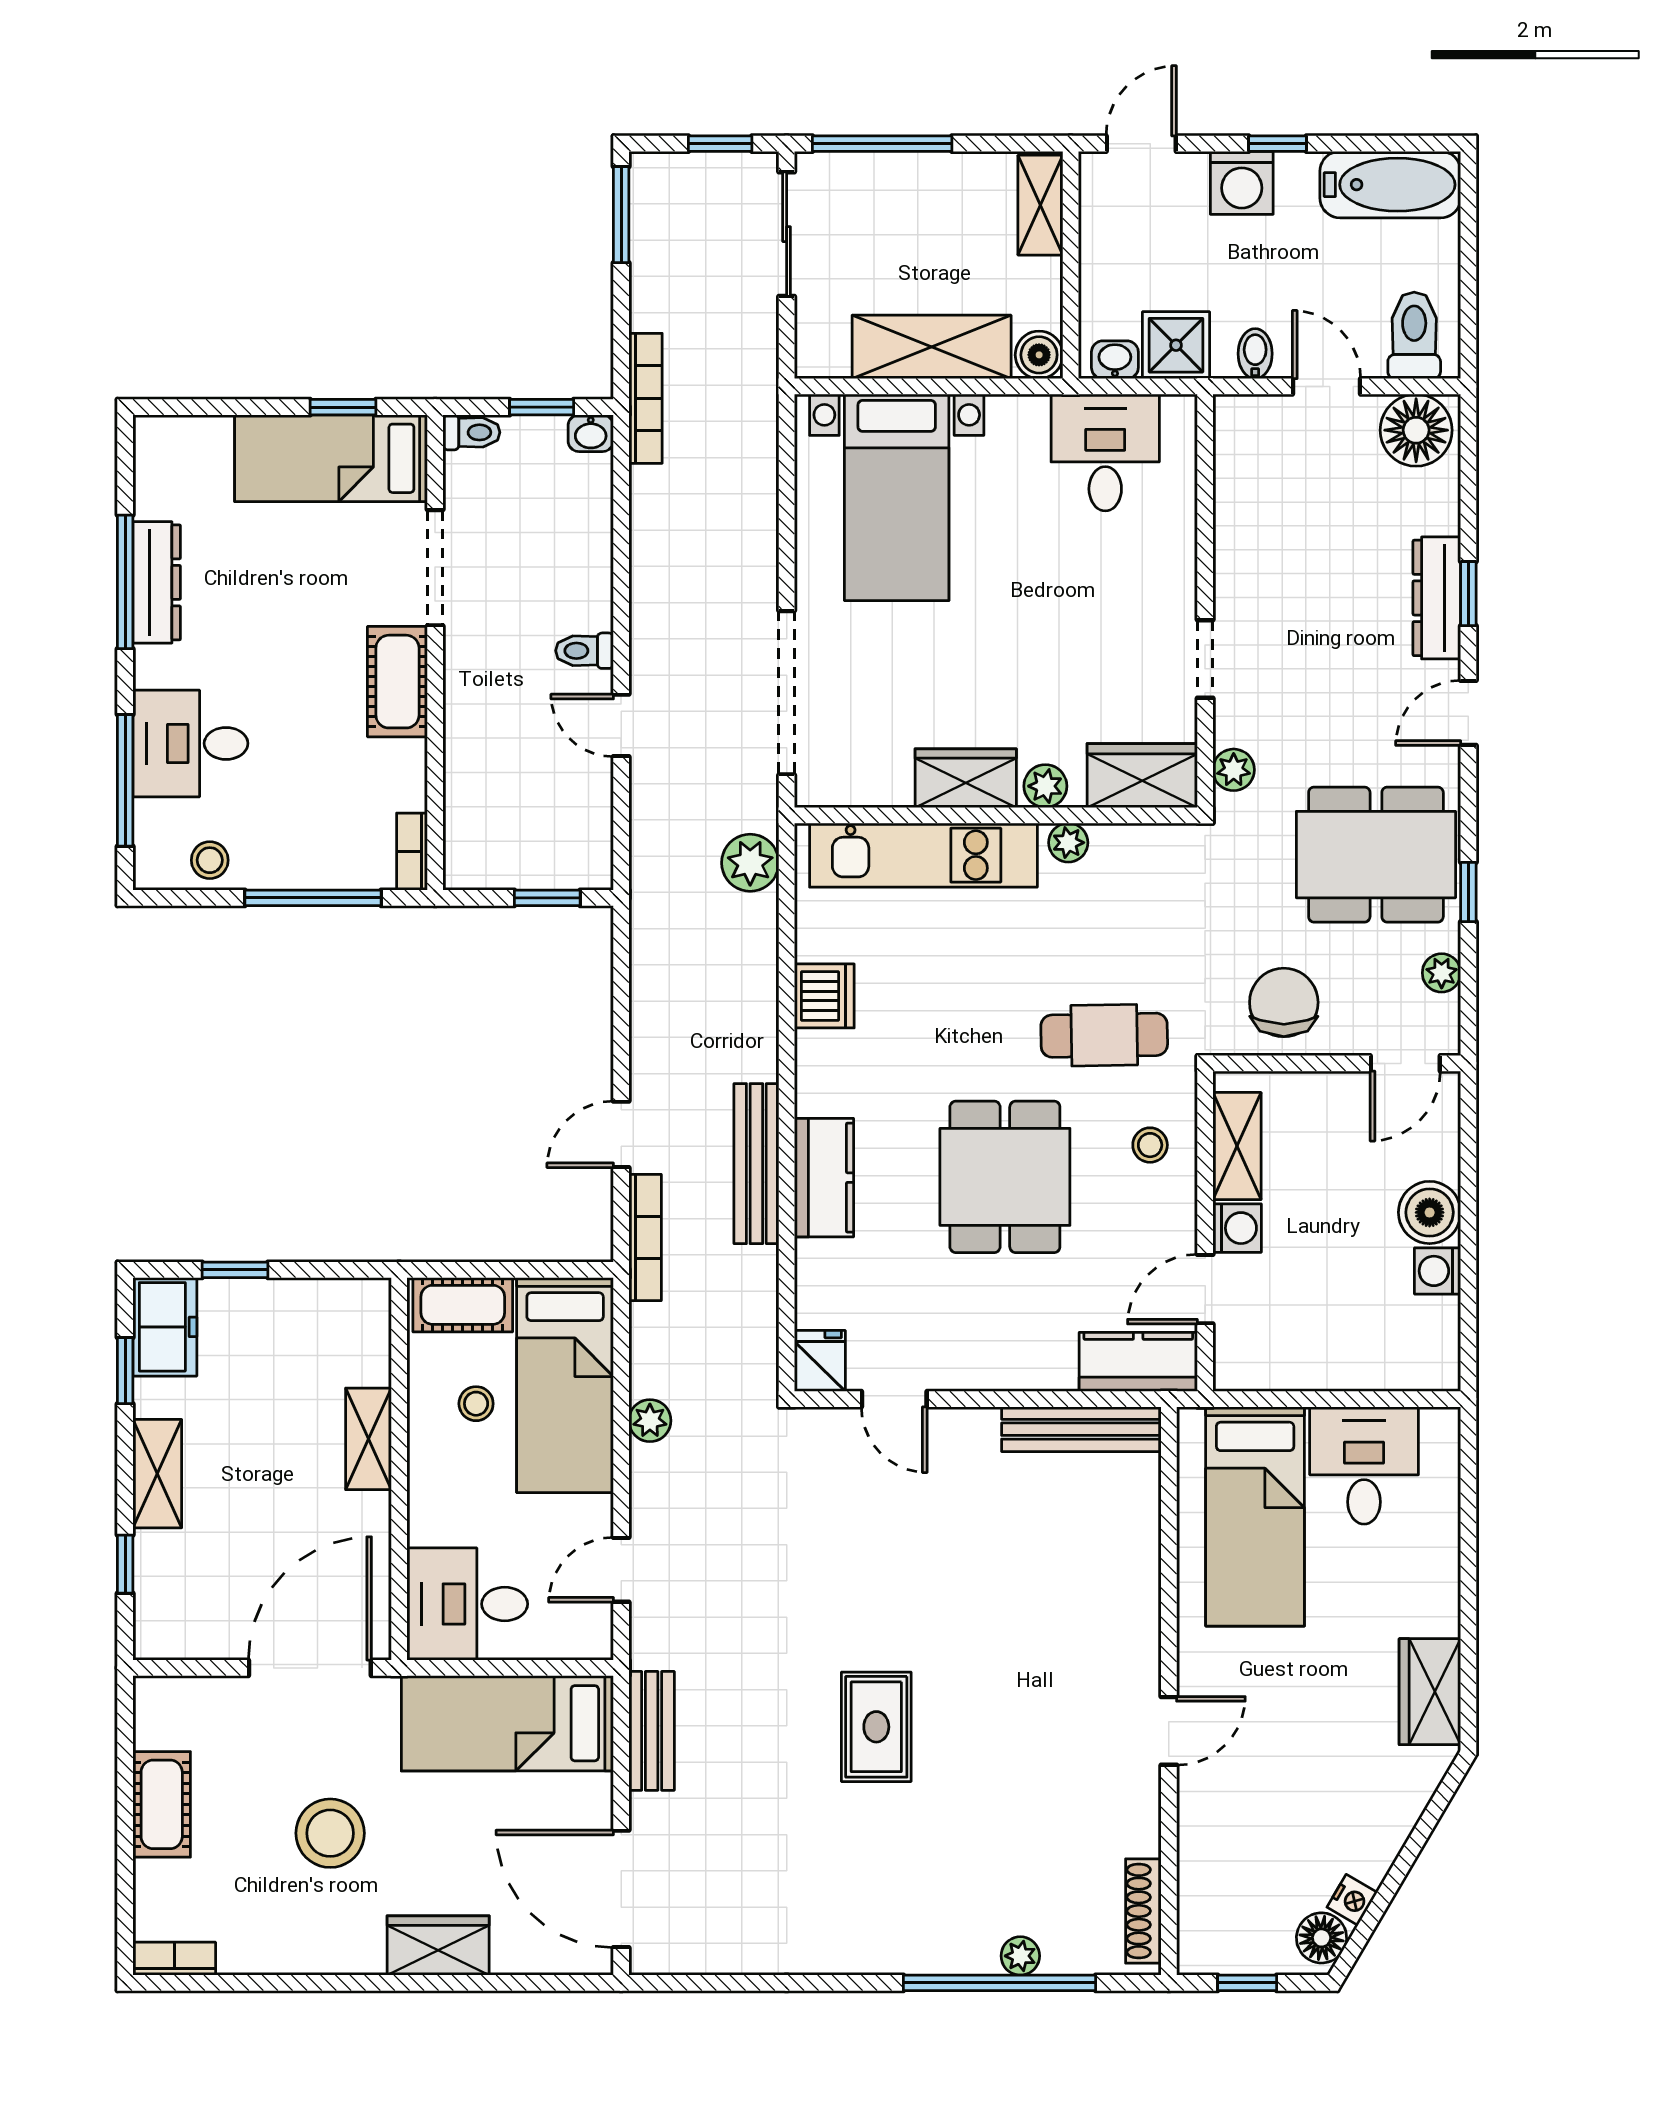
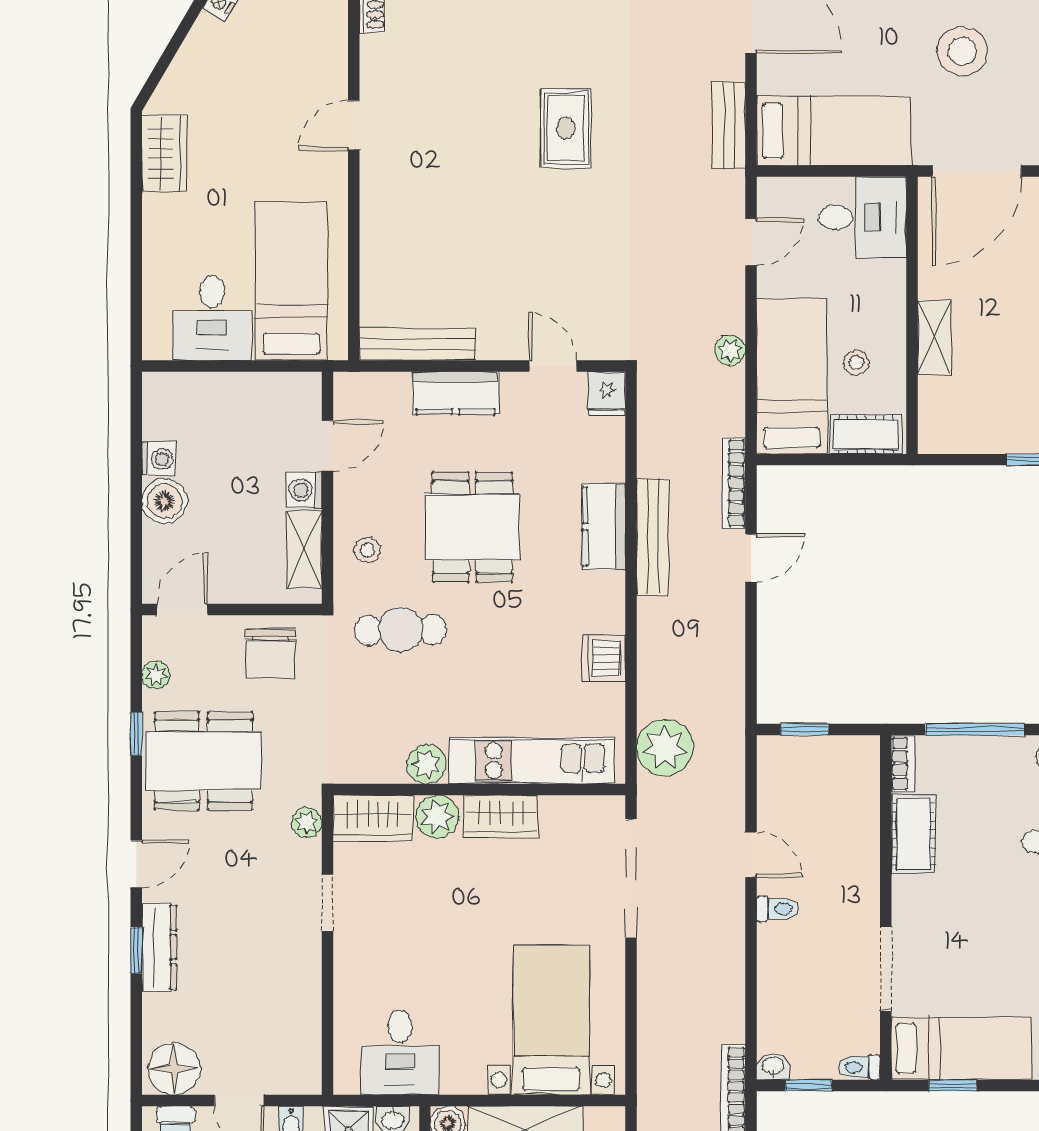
cot: (397, 682) -> (913, 834), moved
plant: (1045, 786) -> (437, 816), width x1.38, depth x1.38
plant: (1068, 843) -> (427, 764), width x1.38, depth x1.38
plant: (750, 863) -> (665, 747), width x1.36, depth x1.36
kitchen counter: (1138, 1362) -> (456, 393), moved

